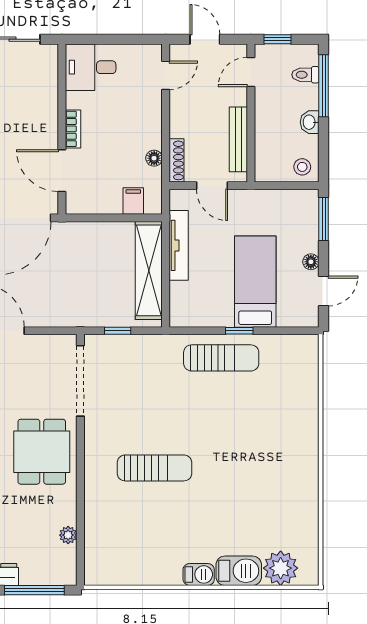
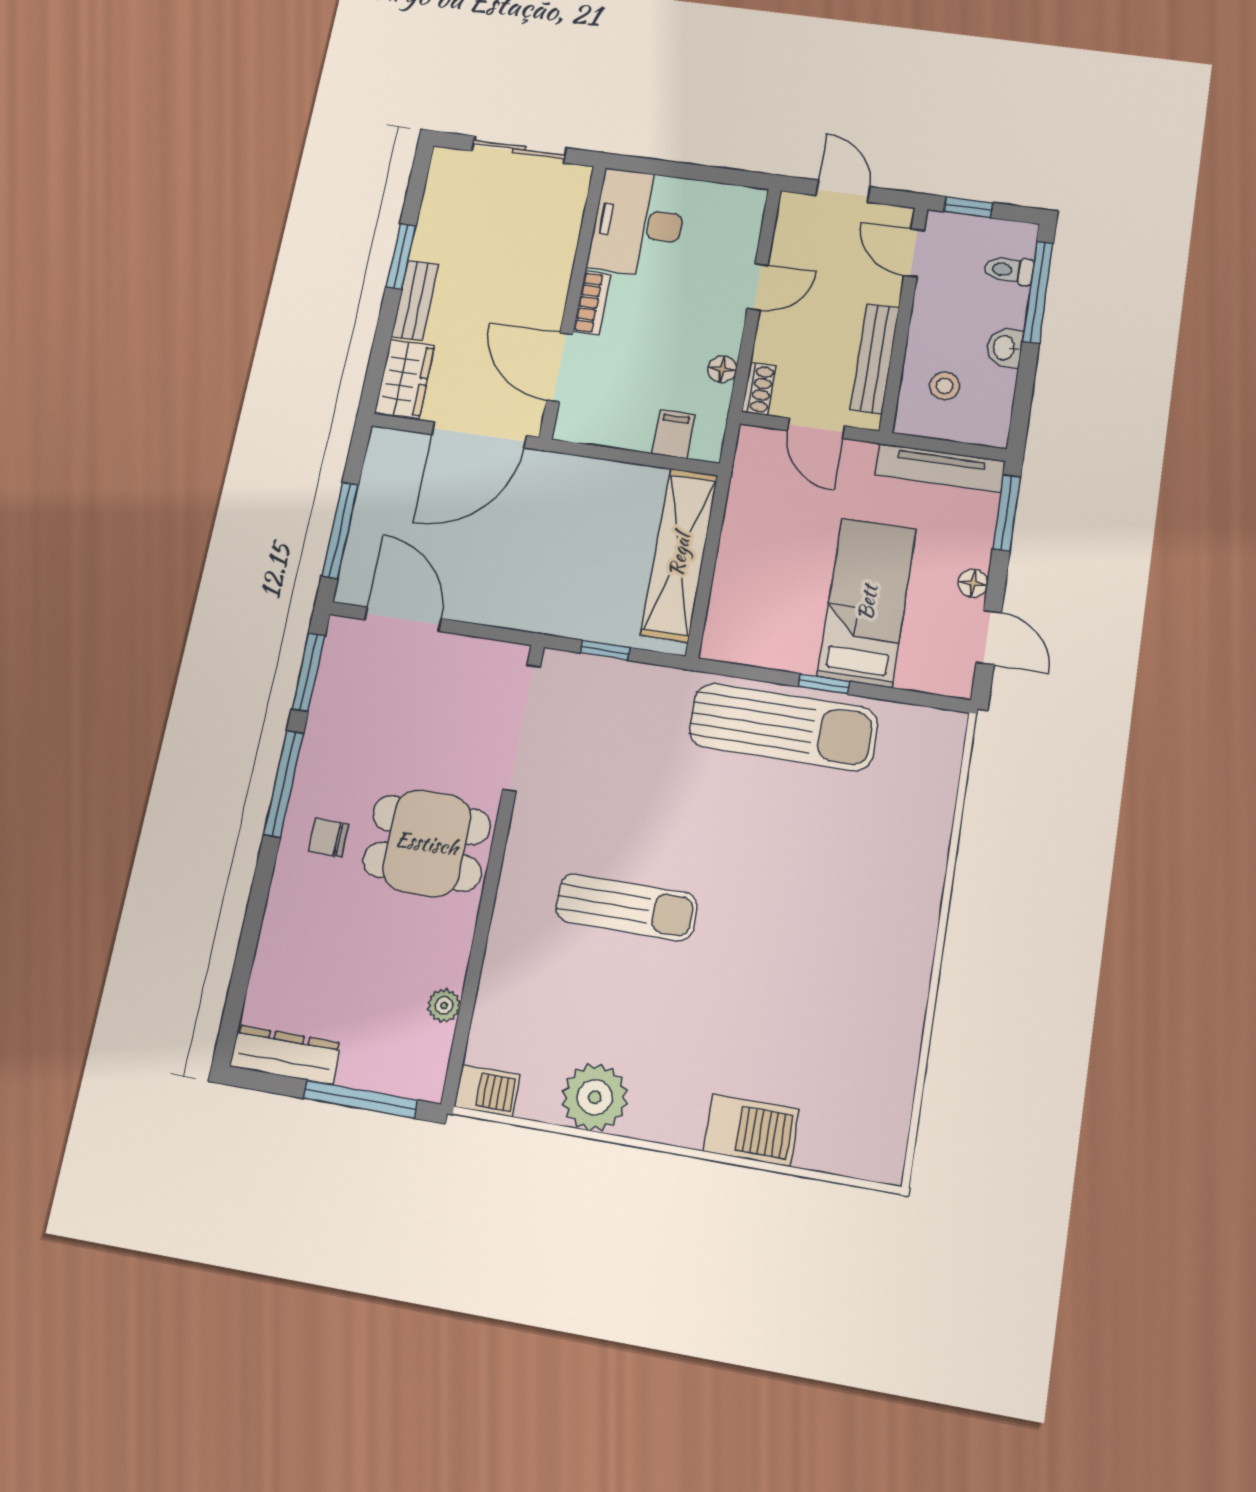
desk: (91, 67) -> (638, 223), width x1.37
door: (251, 72) -> (914, 253), hinge flipped
door: (166, 75) -> (758, 287), moved
shoe rack: (176, 160) -> (759, 389), width x0.70
stool: (302, 167) -> (945, 386), moved
tv unit: (179, 245) -> (940, 468), moved, turned 90
door: (324, 291) -> (989, 638), hinge flipped
sun lounger: (221, 358) -> (783, 727), width x1.36, depth x1.34
dining table: (42, 452) -> (427, 843), turned 90
plant: (281, 568) -> (595, 1097), moved
barbecue: (199, 574) -> (487, 1091), moved

